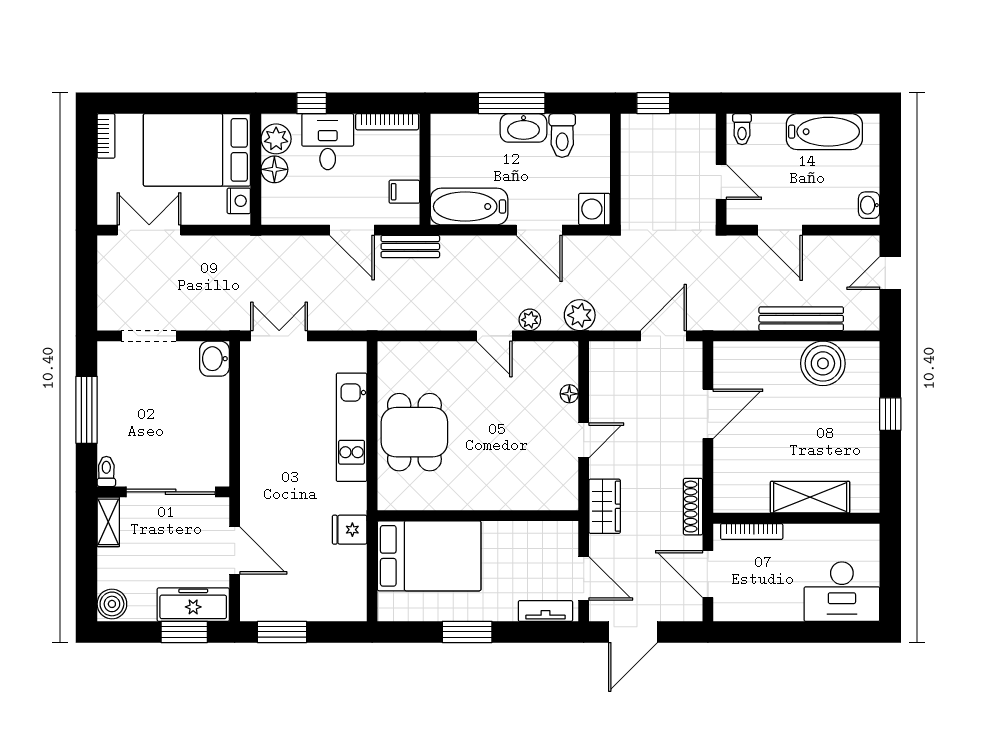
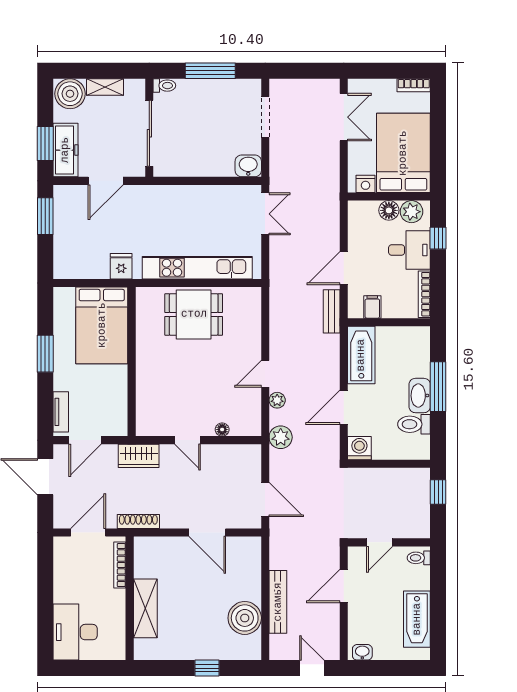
kitchen unit: (352, 427) -> (197, 268), width x1.36
shelving: (108, 522) -> (105, 87), moved
boiler: (112, 604) -> (70, 94), width x1.37, depth x1.37

